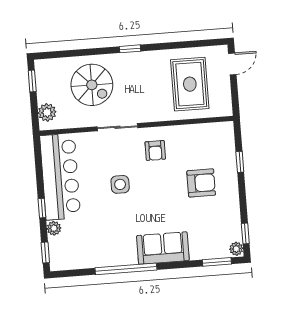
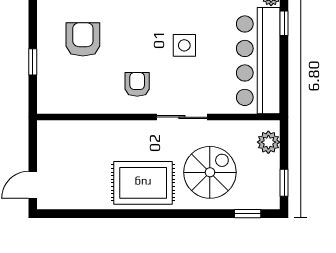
window: (130, 49) -> (248, 214), moved
rug: (190, 84) -> (143, 183), moved, turned 90
spiral stairs: (92, 85) -> (210, 172), turned 90
armchair: (201, 183) -> (83, 39), turned 90

